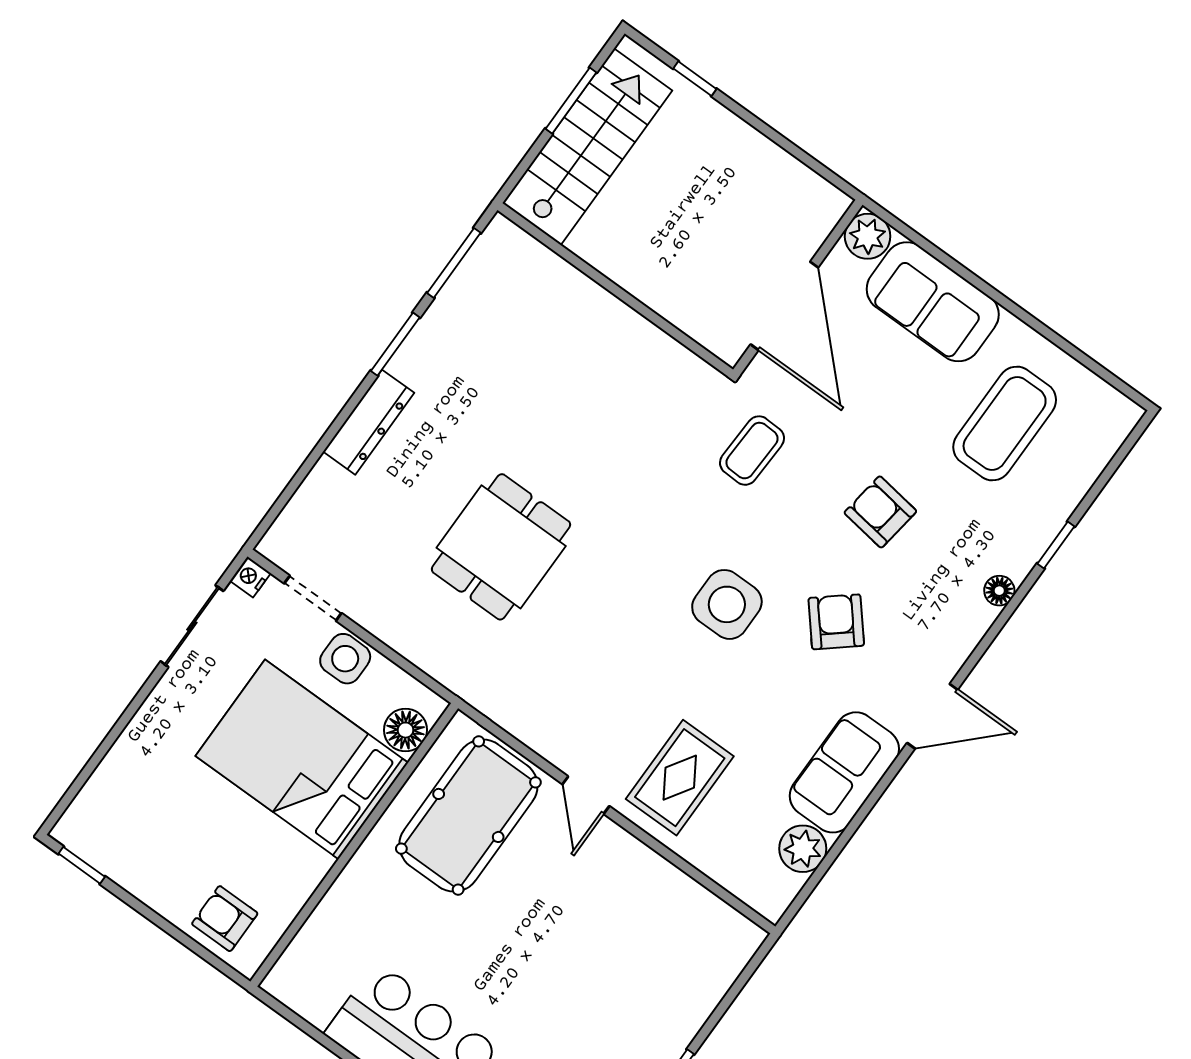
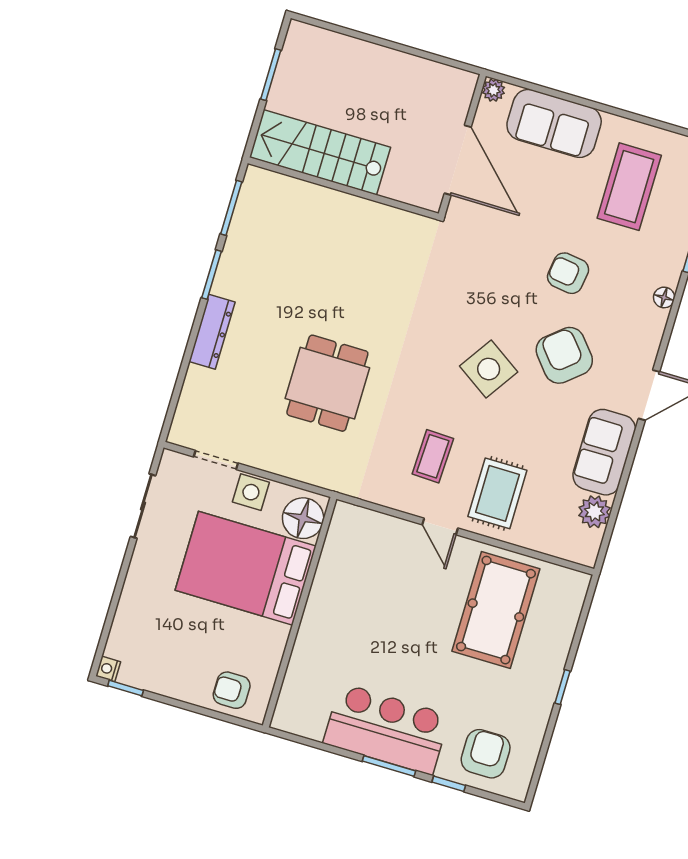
window: (695, 79) -> (347, 32), removed
stairs: (587, 147) -> (320, 152), moved, turned -90
plant: (868, 236) -> (493, 90), width x0.73, depth x0.73
coffee table: (752, 451) -> (433, 456), moved
nightstand: (250, 577) -> (108, 669), moved
side table: (727, 604) -> (489, 369), turned 34
armchair: (836, 622) -> (564, 355), width x1.38, depth x1.38
floor lamp: (405, 730) -> (303, 518), width x1.38, depth x1.38
pool table: (468, 815) -> (496, 610), moved

